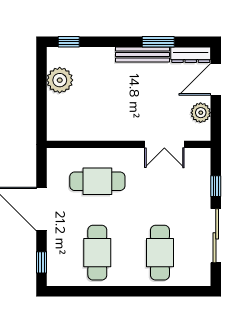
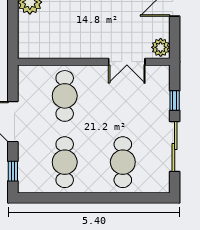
plant: (201, 113) -> (161, 47), moved
cafe table: (97, 181) -> (65, 96), turned 90

